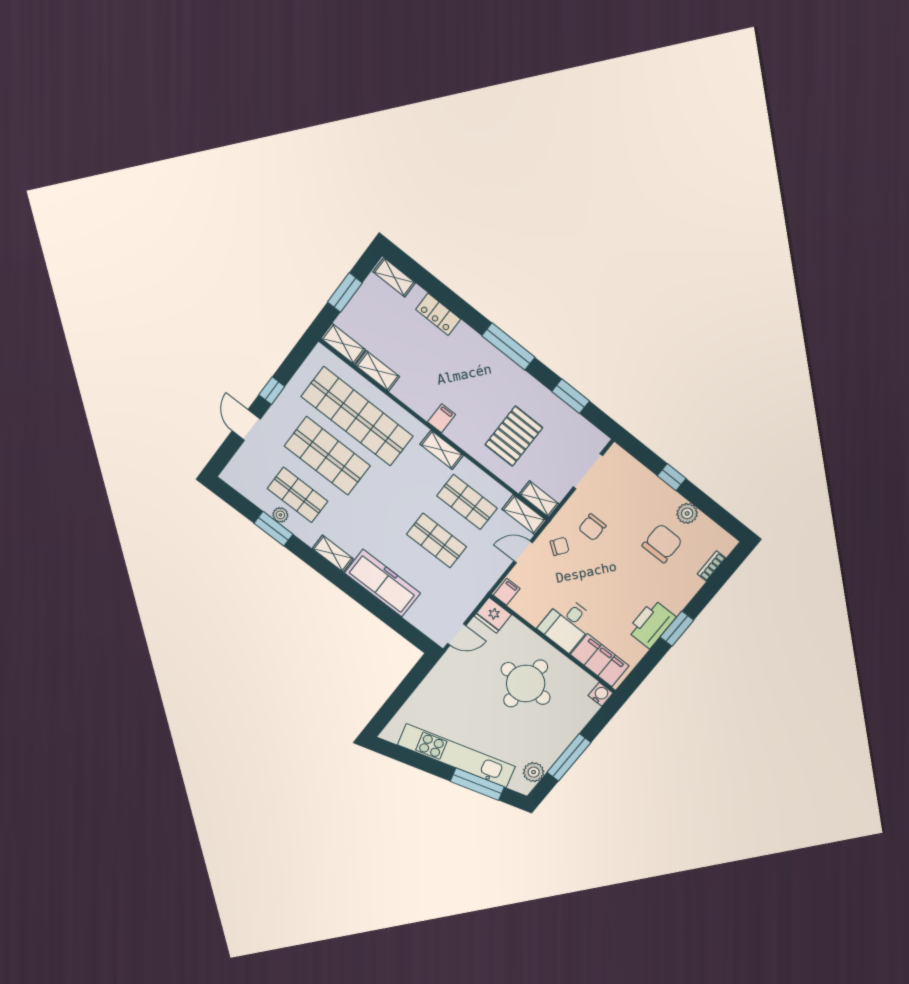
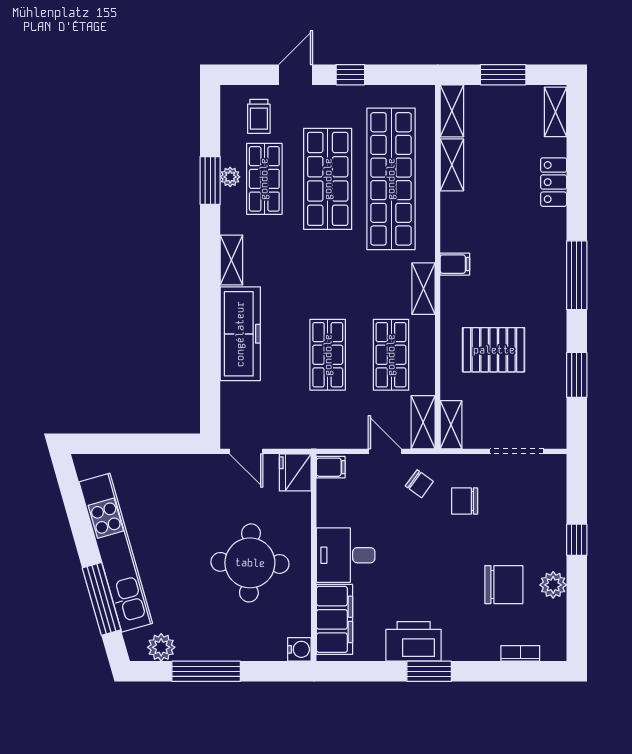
trolley: (256, 468) -> (259, 116), added

